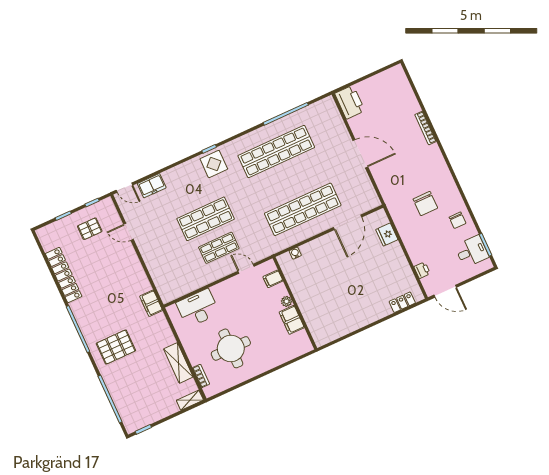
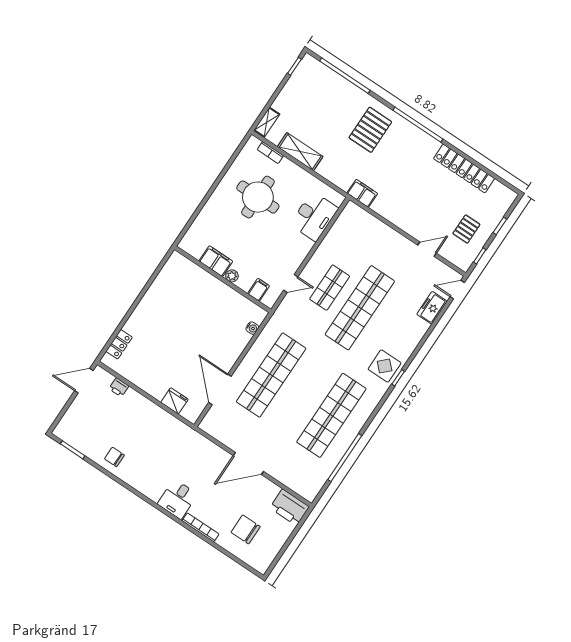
chair: (425, 204) -> (246, 529), moved
shop shelf: (206, 219) -> (360, 308), width x1.40
desk: (472, 251) -> (177, 499), moved

